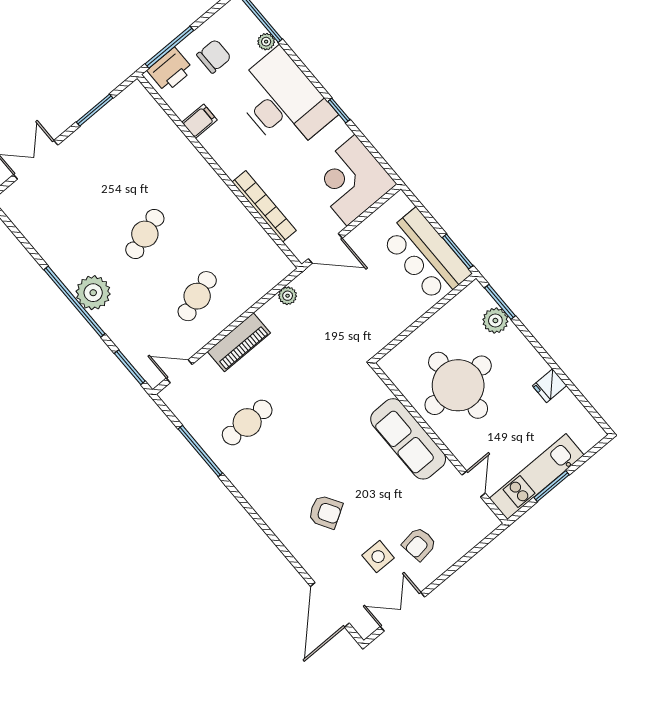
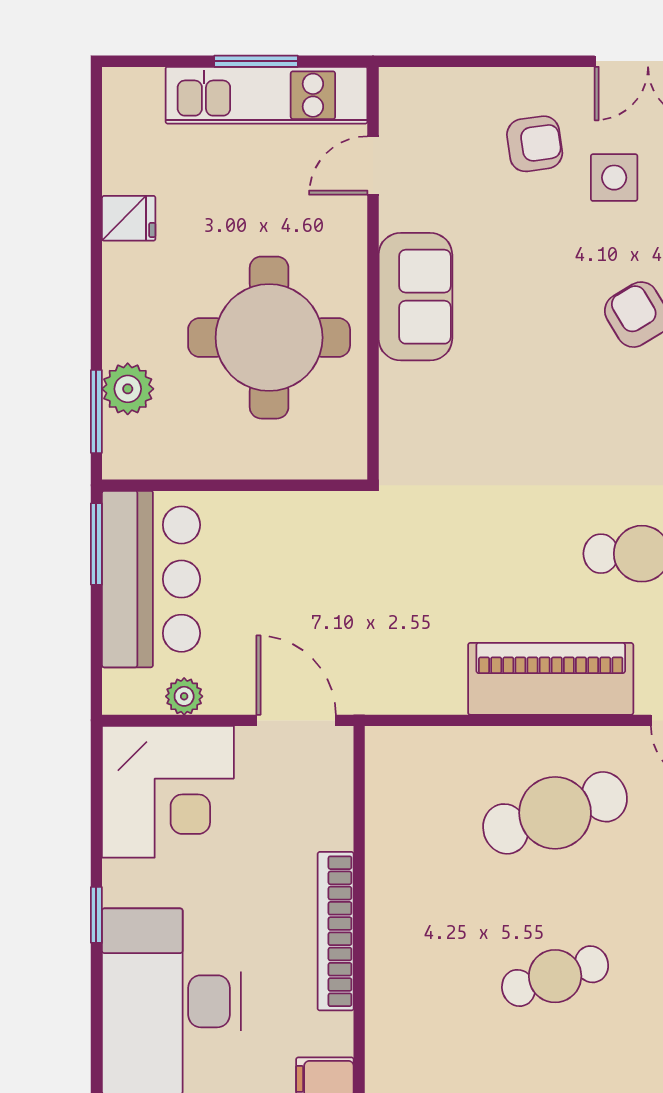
bookcase: (264, 206) -> (336, 931), moved
cafe table: (197, 296) -> (555, 813), width x1.37, depth x1.35
plant: (288, 296) -> (184, 696), moved
piano: (239, 342) -> (551, 679), width x1.37, depth x1.33
sofa: (408, 439) -> (415, 297), width x0.73

